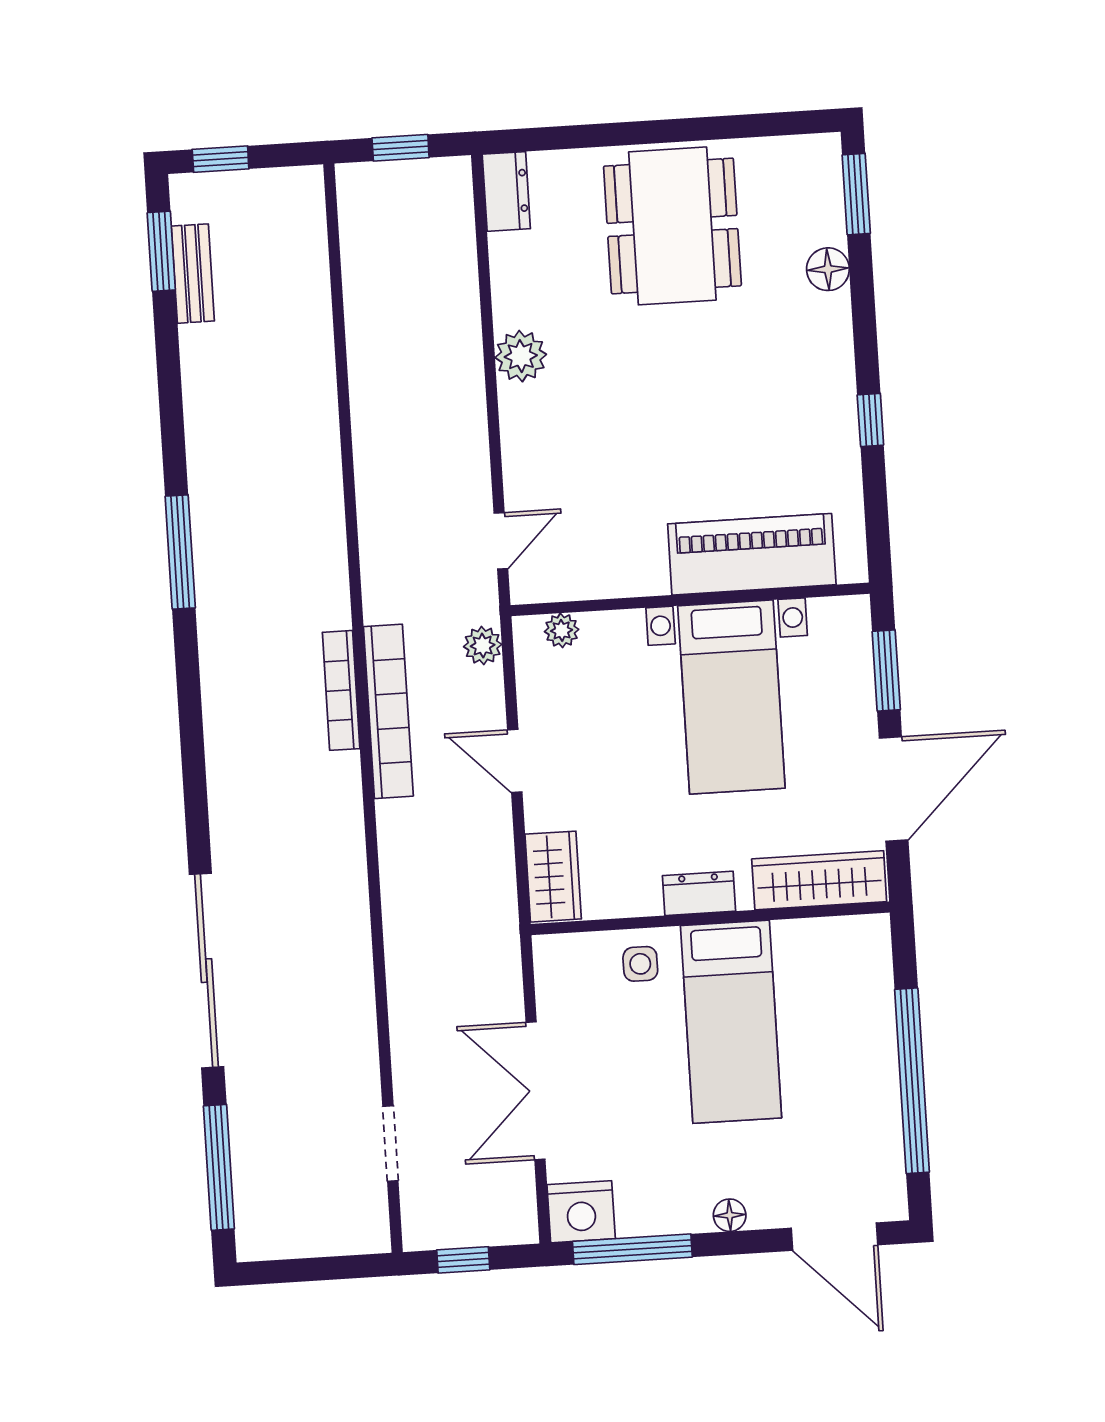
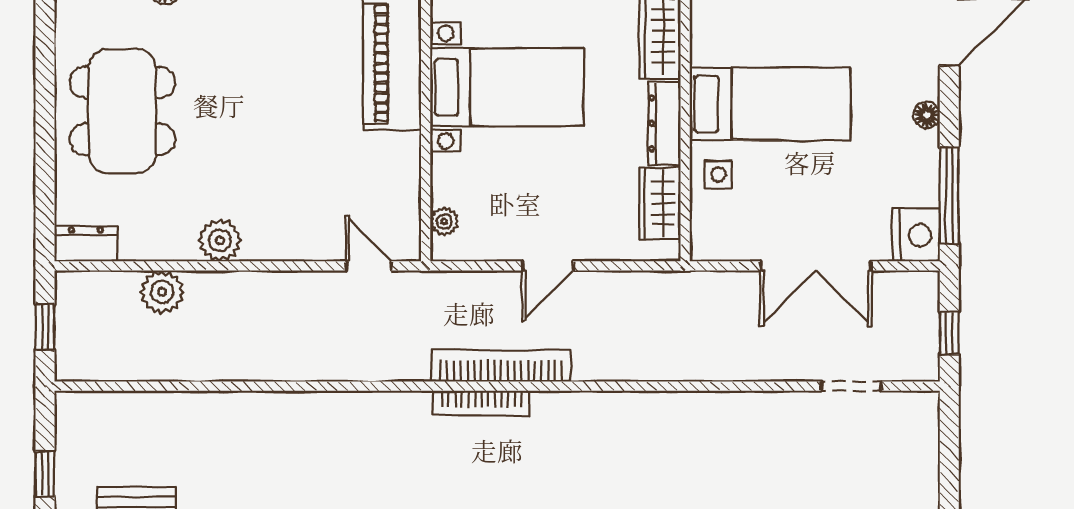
dining table: (672, 226) -> (122, 111), turned 90
plant: (483, 646) -> (162, 292), moved, width x1.38, depth x1.38
wardrobe: (553, 877) -> (660, 204), moved, turned -90
dresser: (699, 893) -> (664, 123), width x1.44

